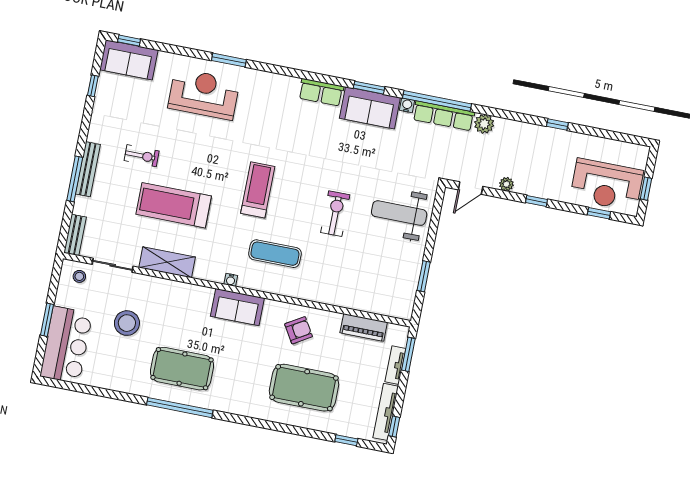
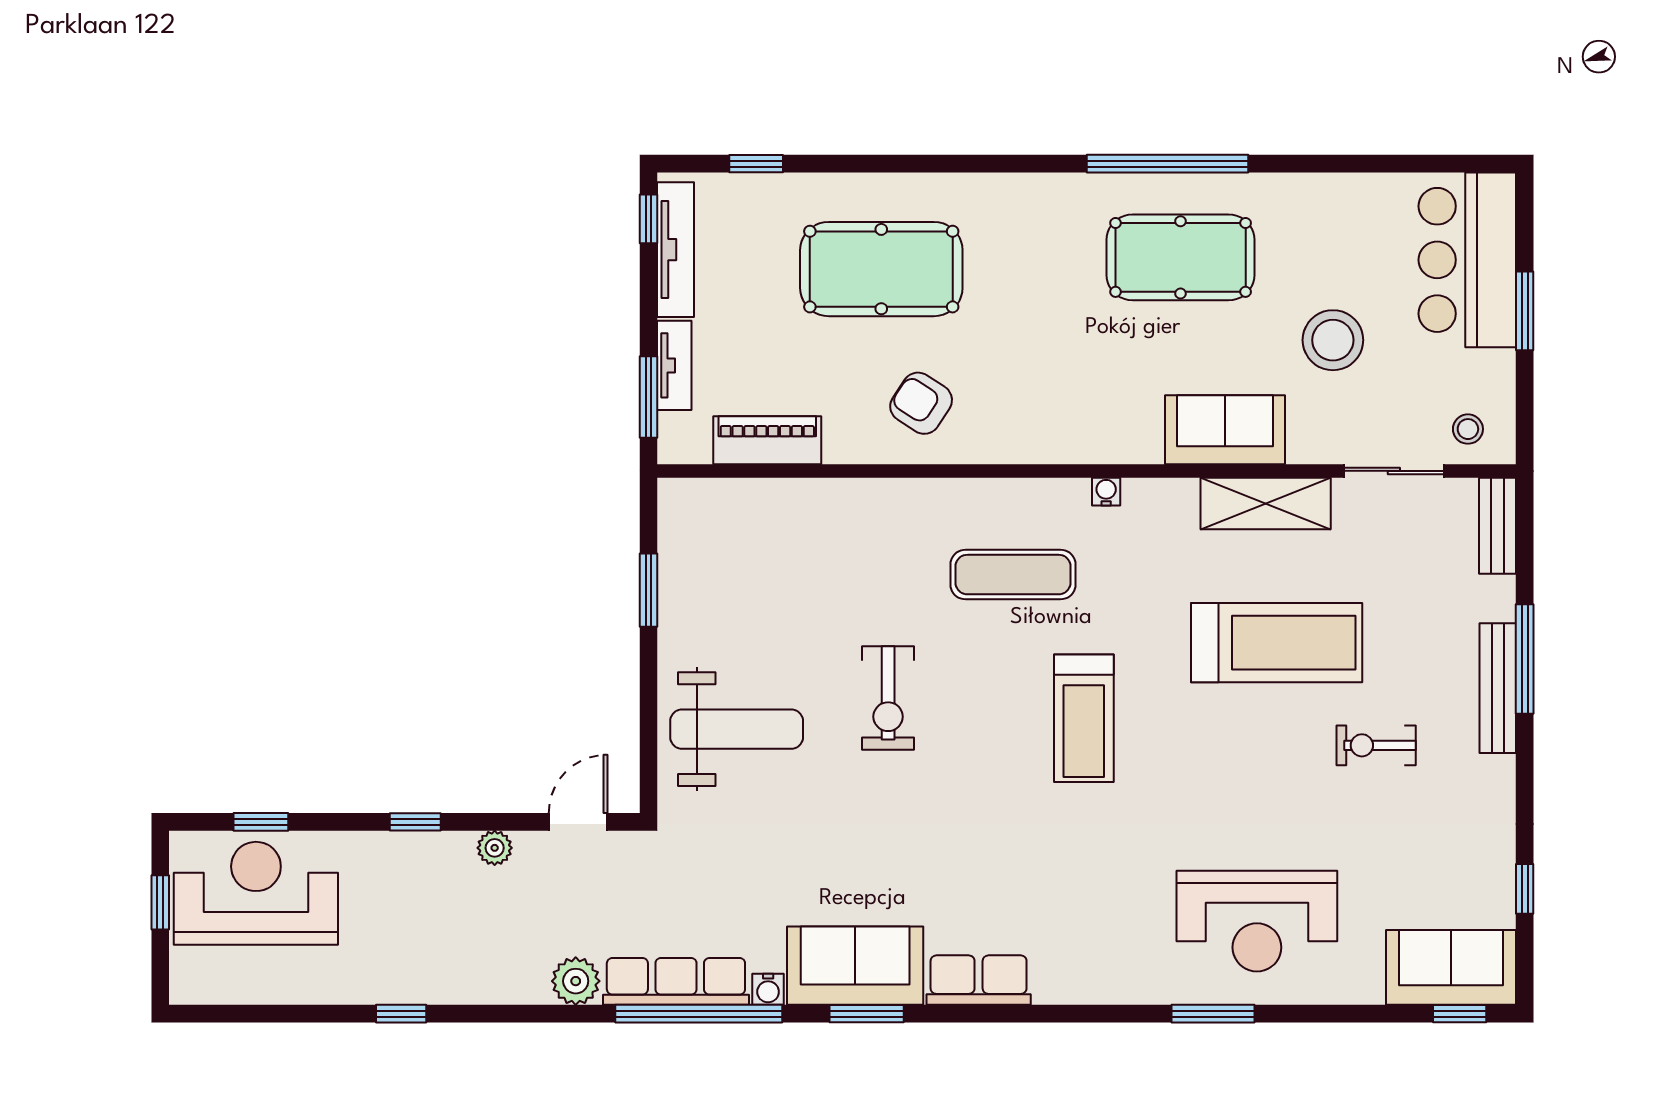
sofa: (237, 307) -> (1225, 430), moved
armchair: (299, 330) -> (921, 403), turned 64

